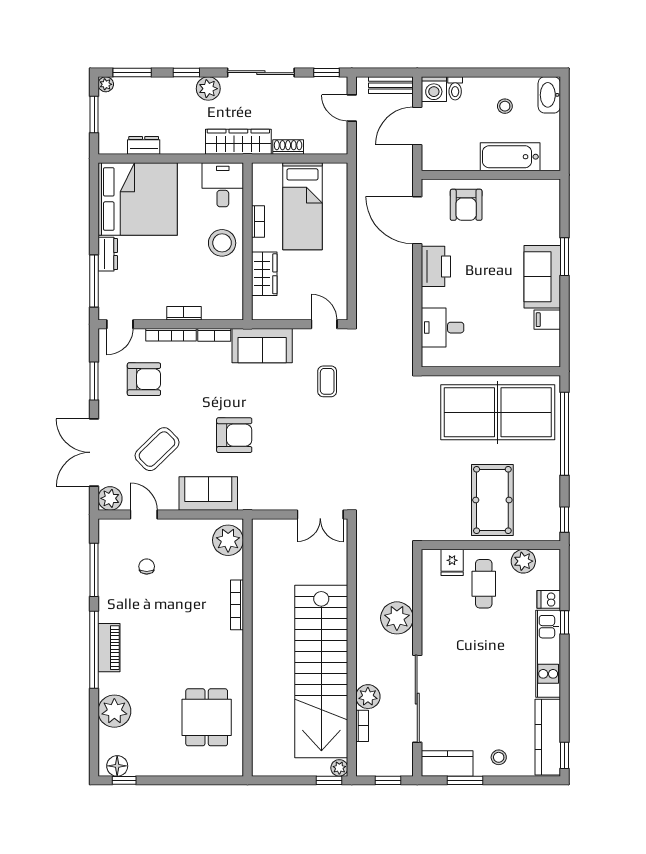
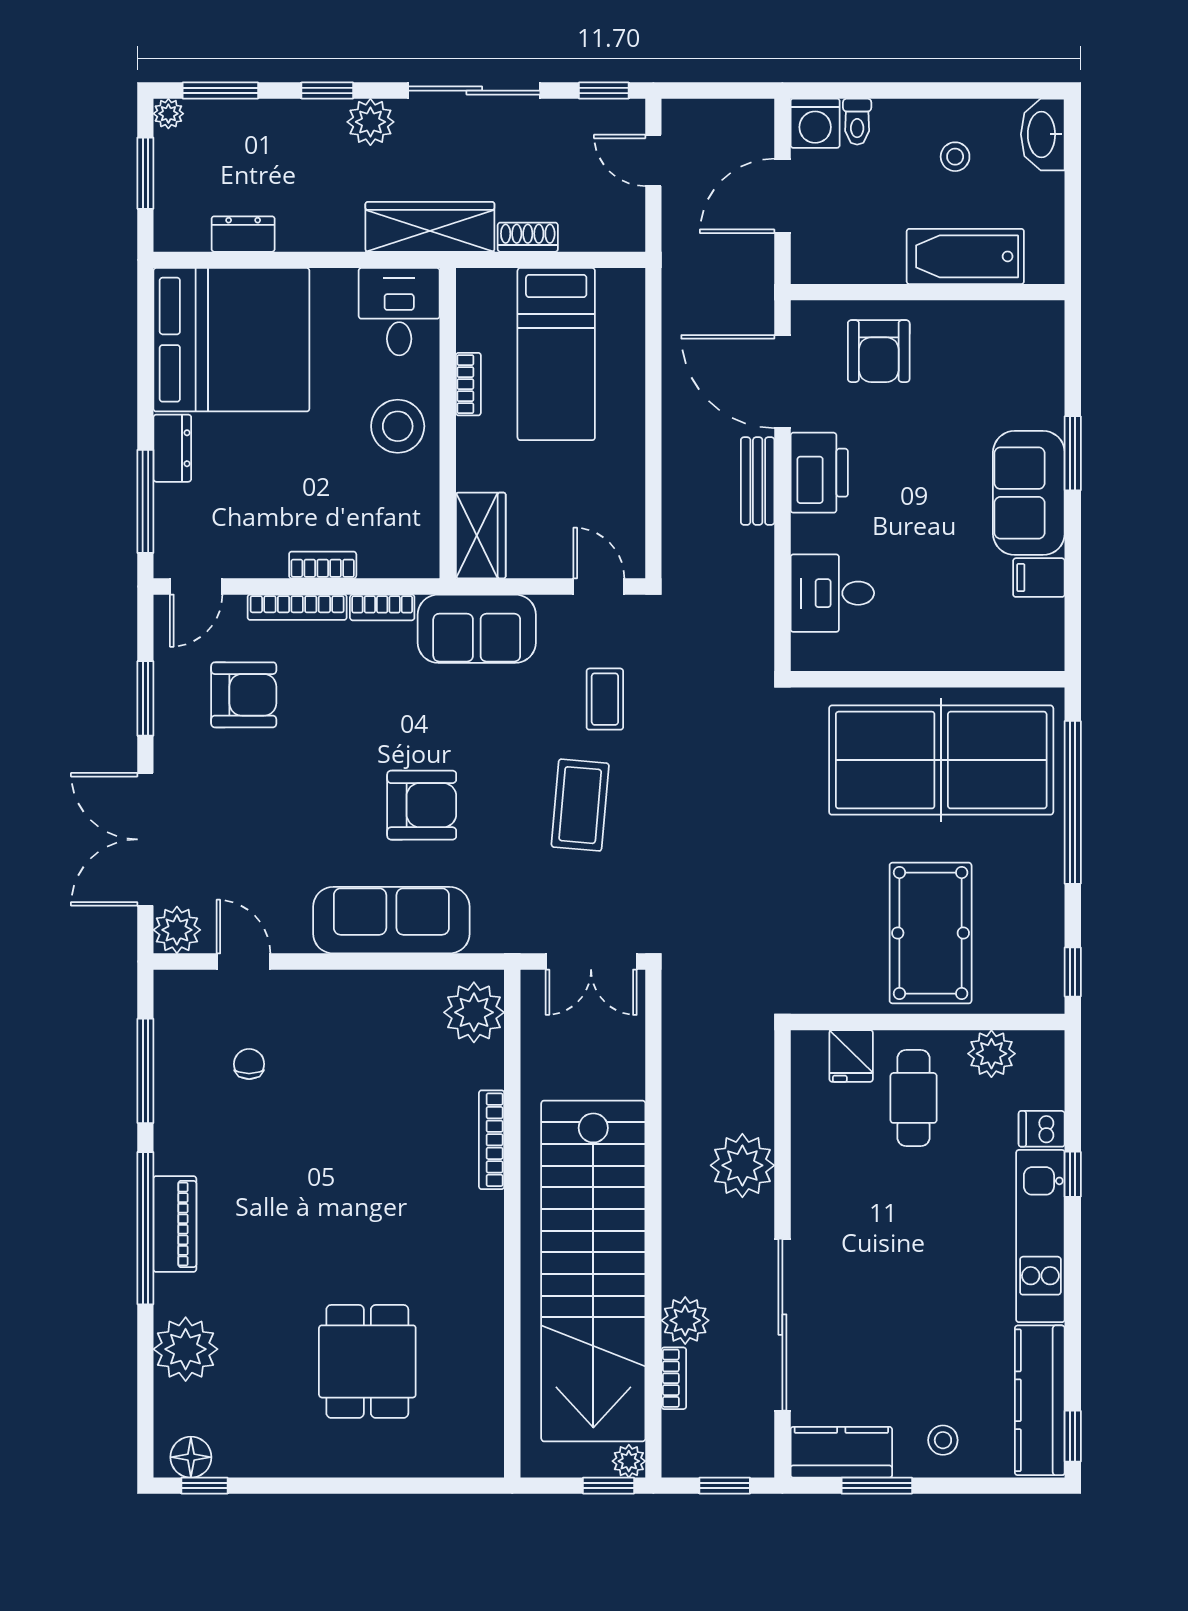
bench: (391, 85) -> (758, 481), moved, turned 90
wardrobe: (264, 274) -> (481, 535), moved
coffee table: (157, 449) -> (580, 805), moved, turned -41
sofa: (208, 493) -> (391, 920), width x1.36
plant: (228, 540) -> (474, 1012), moved
bookcase: (237, 605) -> (492, 1140), moved
wall: (247, 647) -> (512, 1224), moved

